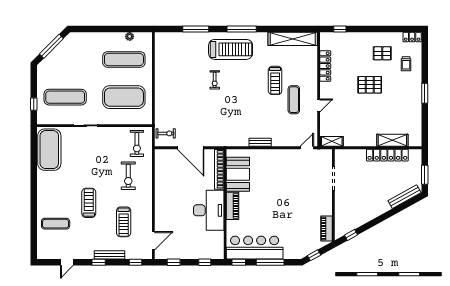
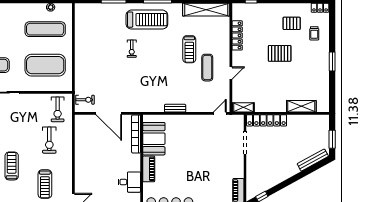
locker: (387, 155) -> (267, 120), moved
desk: (209, 210) -> (129, 182), width x0.53, depth x0.77

